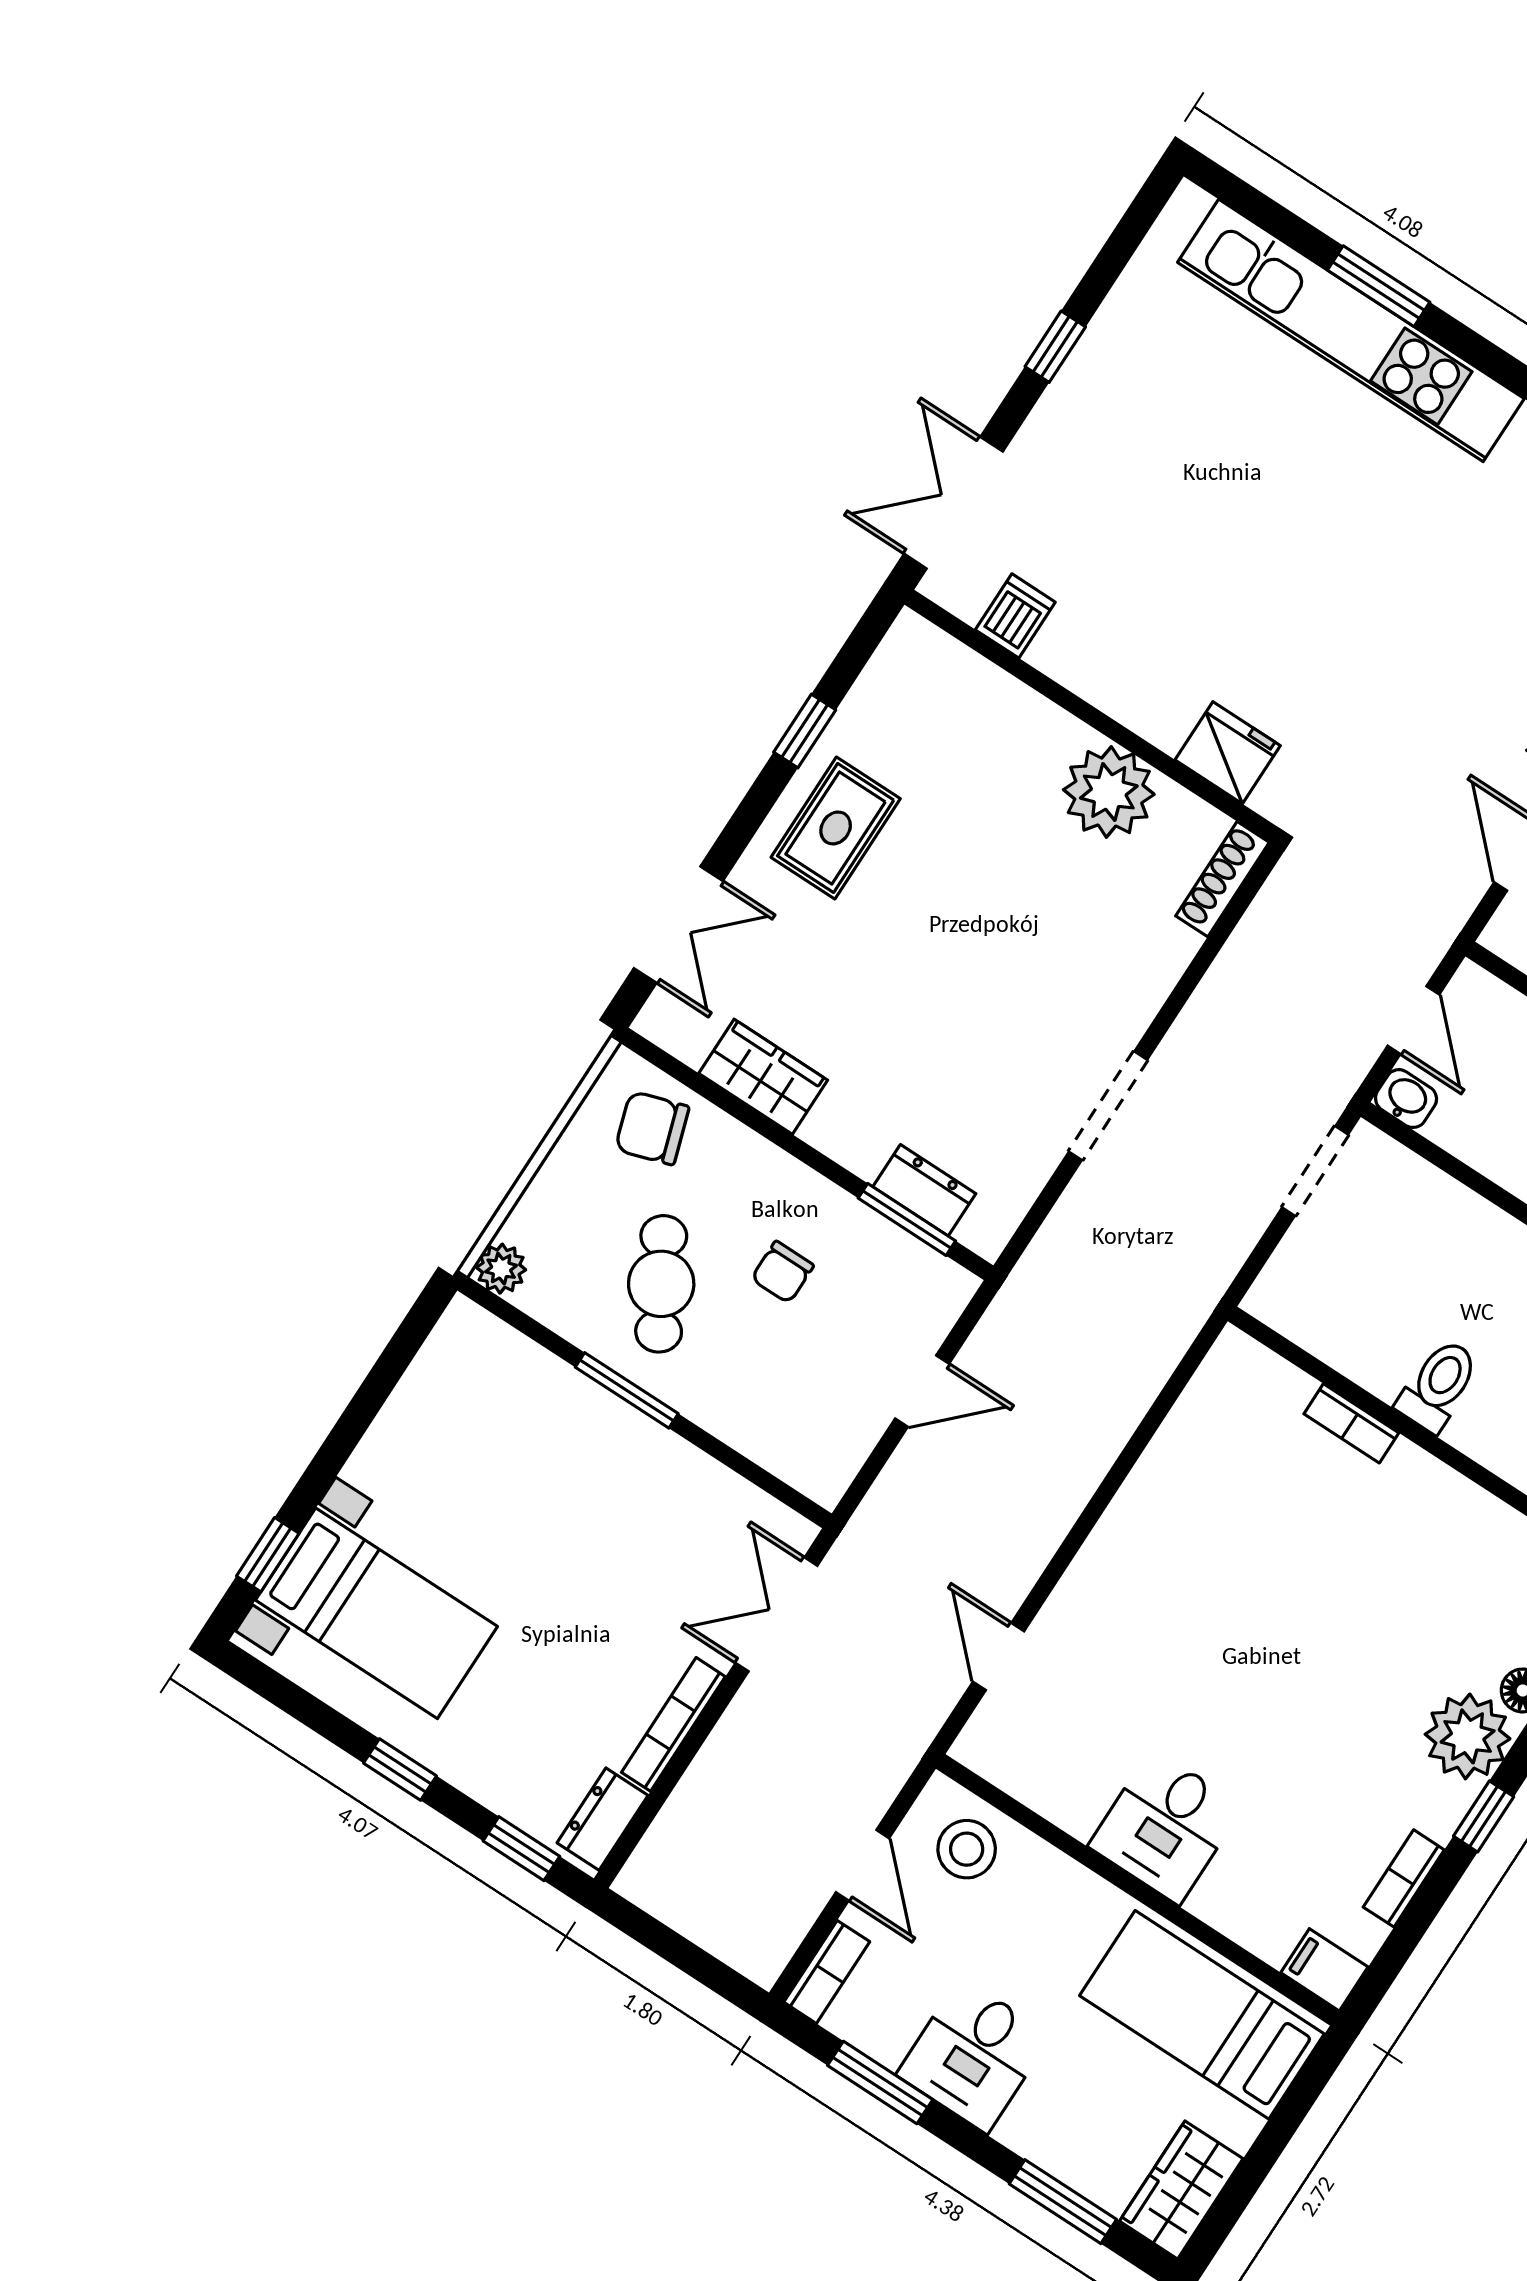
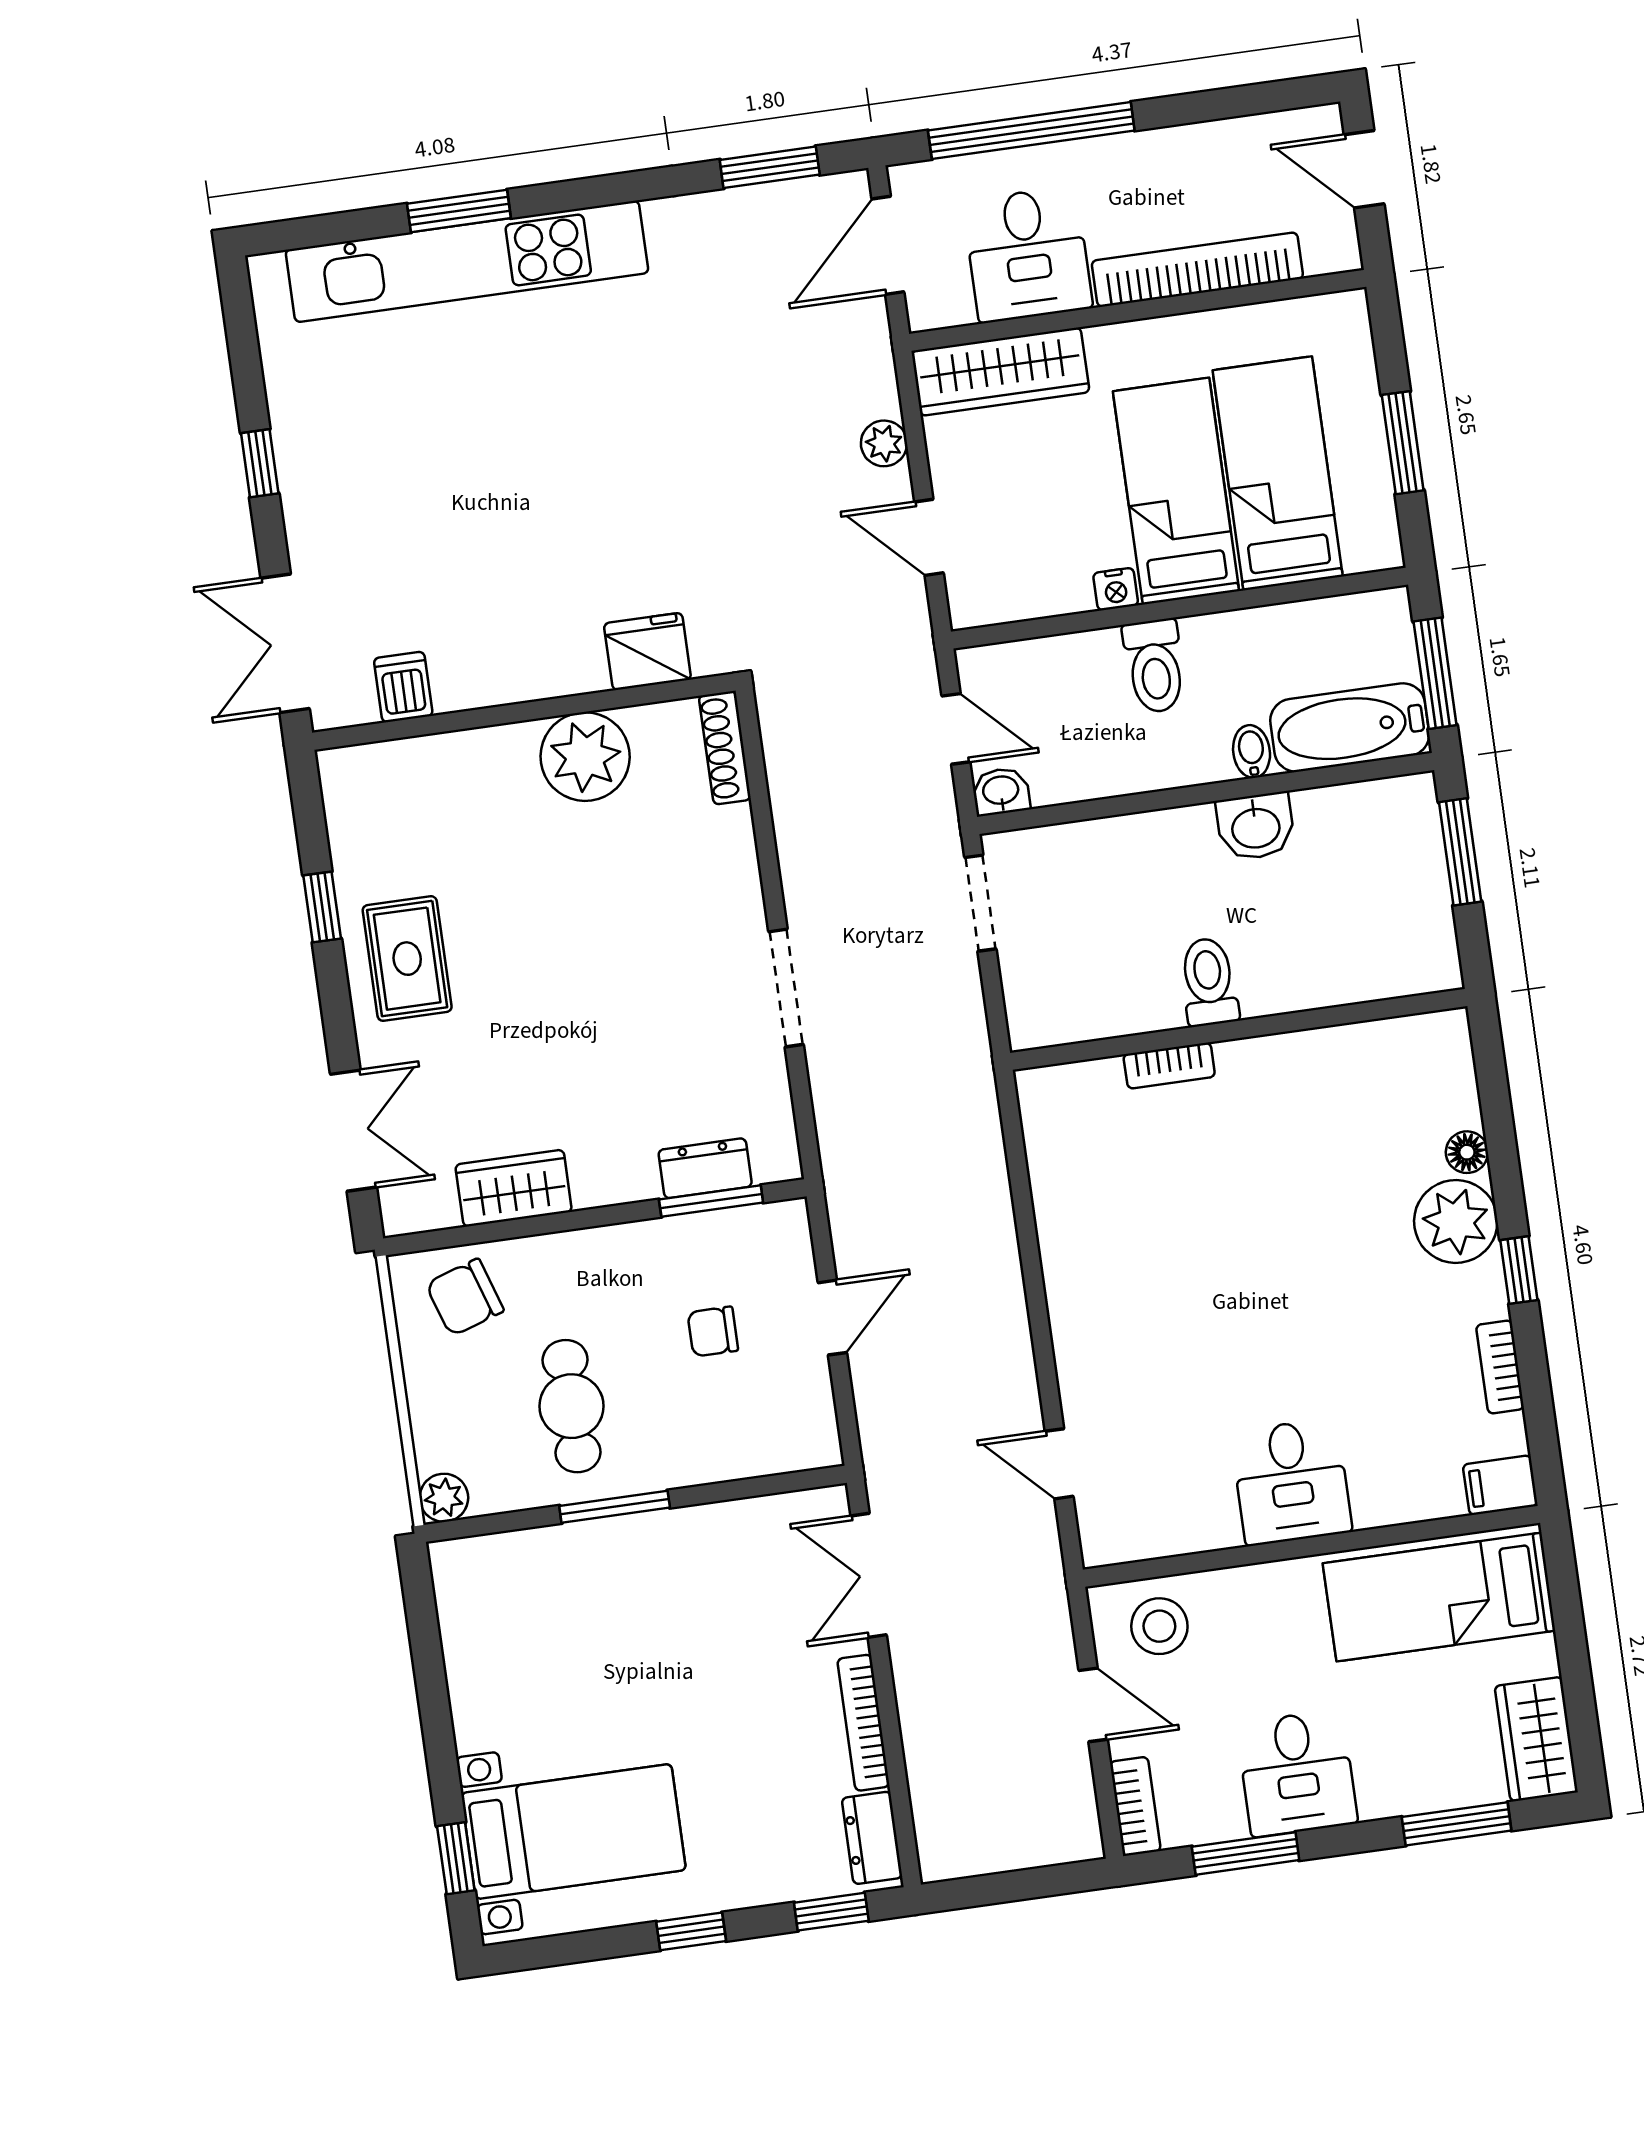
chair: (782, 1272) -> (713, 1332), moved, turned 90
cafe table: (661, 1284) -> (572, 1406), turned 30

